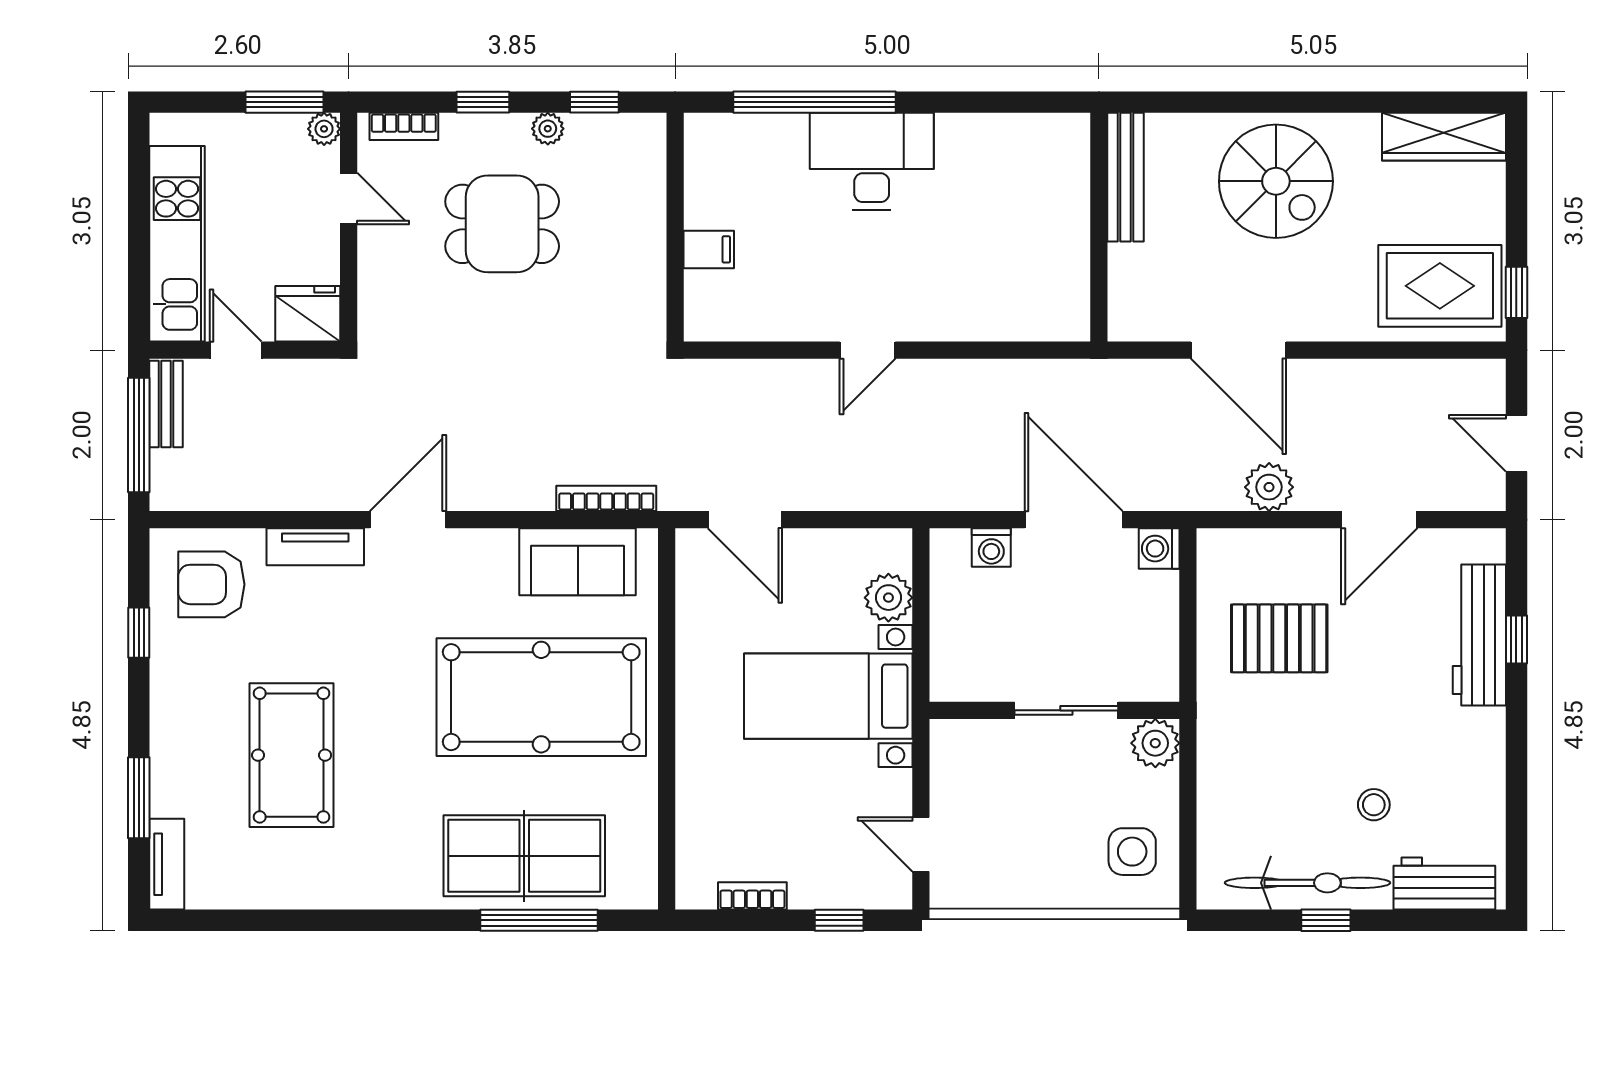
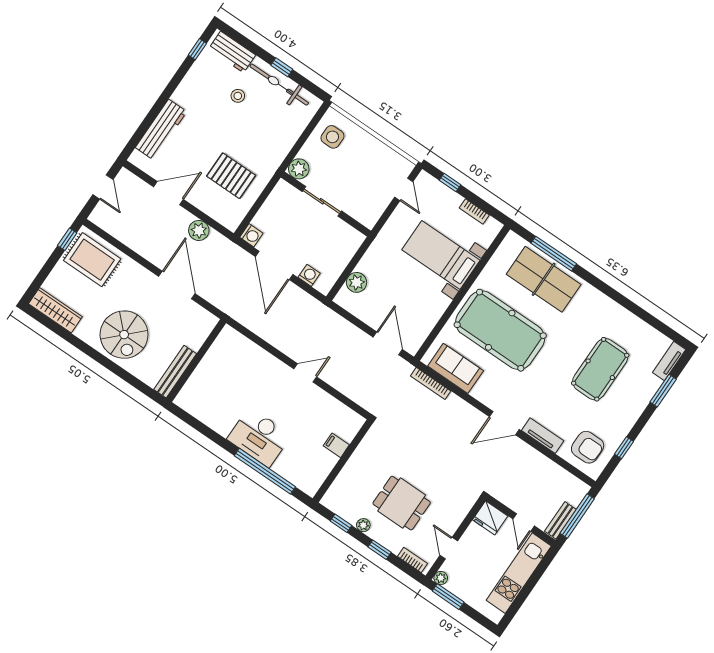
spiral stairs: (1276, 181) -> (124, 335), turned 180
window: (1516, 639) -> (197, 49), moved
bed with nightstands: (828, 696) -> (441, 255), moved, turned 180

